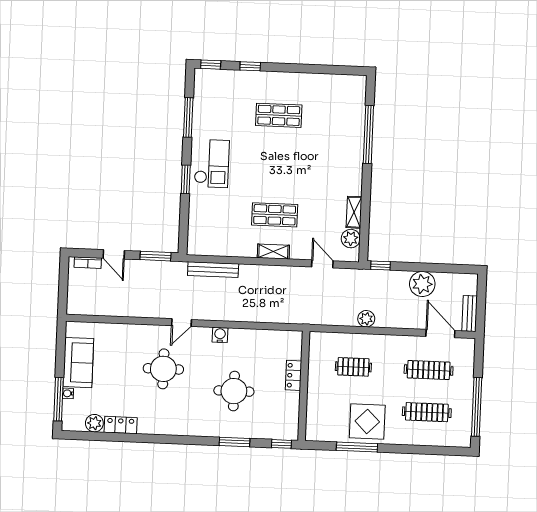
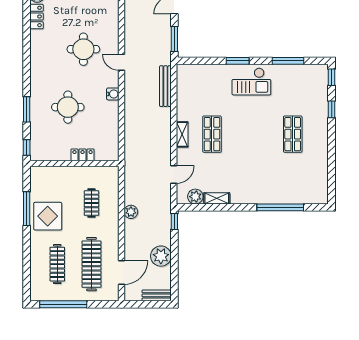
bench: (470, 313) -> (157, 295), moved
clothes rail: (429, 370) -> (91, 264), width x1.37, depth x1.31

